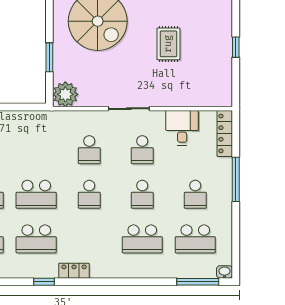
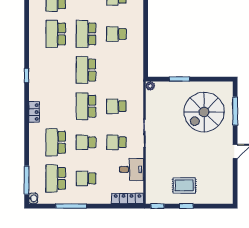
rug: (168, 44) -> (184, 186), moved
window: (236, 90) -> (157, 206), added
plant: (65, 94) -> (150, 86), width x0.53, depth x0.53
window: (236, 179) -> (71, 206), moved
school desk: (89, 194) -> (86, 106), width x1.85
school desk: (36, 239) -> (56, 70), removed
locker: (74, 271) -> (34, 112), moved

